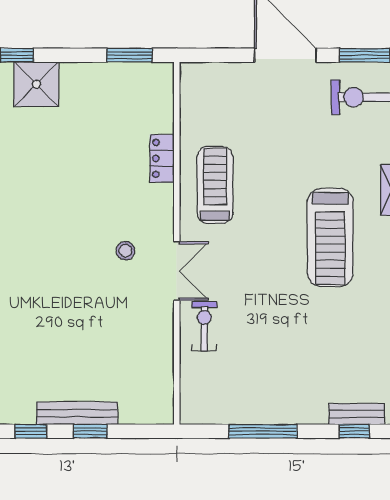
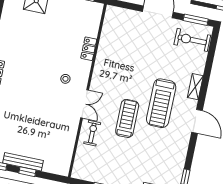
treadmill: (215, 185) -> (127, 118), moved
stool: (125, 251) -> (65, 79), moved

